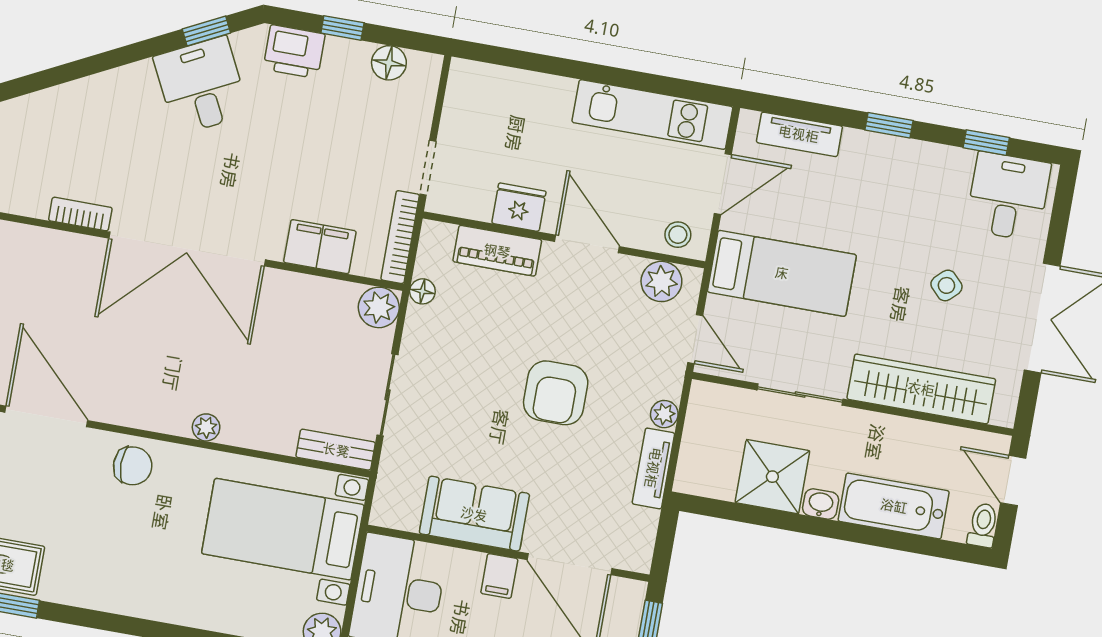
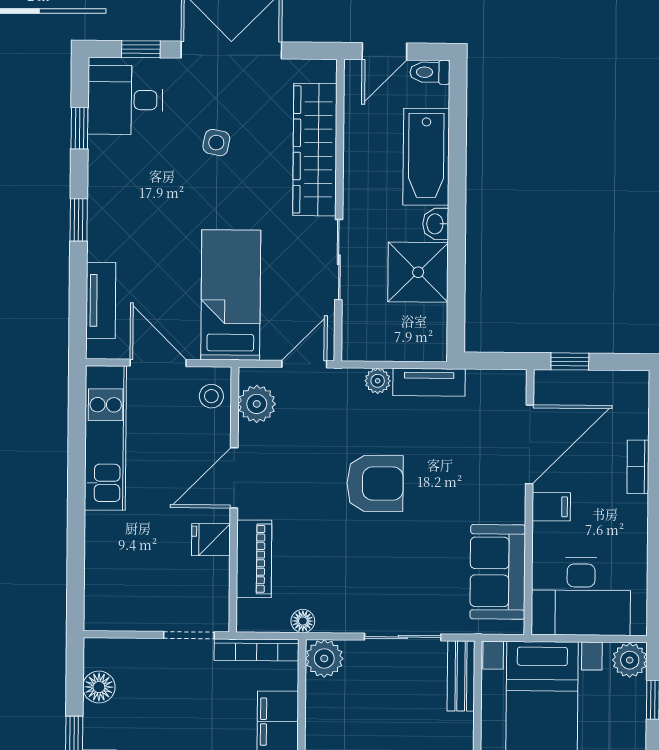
fridge: (519, 207) -> (211, 540), width x0.72
window: (1059, 222) -> (141, 49), added
side table: (946, 285) -> (216, 143), turned -35
sofa: (474, 514) -> (498, 572), moved

